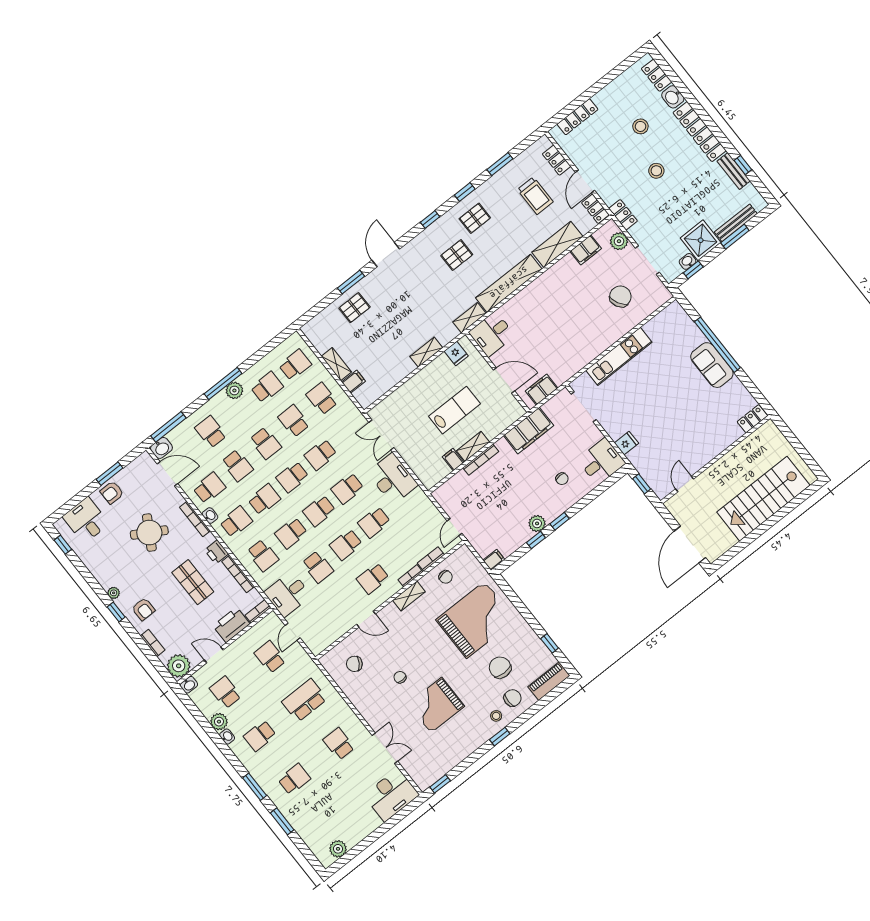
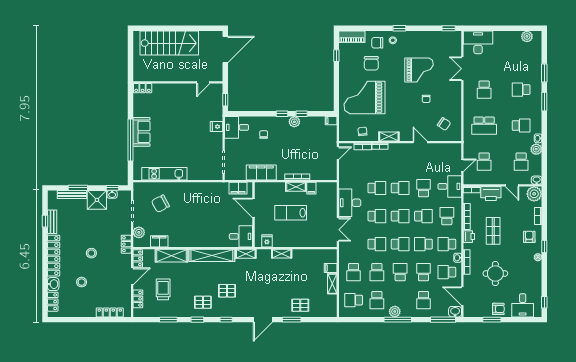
kitchen unit: (619, 356) -> (164, 174), moved
school desk: (267, 387) -> (377, 300), turned -90
round table: (149, 533) -> (495, 274), turned -30
school desk: (373, 578) -> (400, 160), removed

